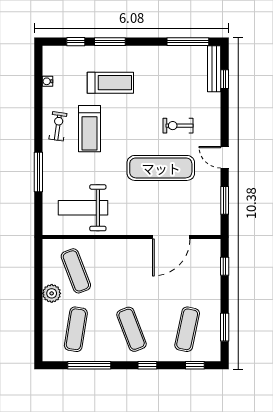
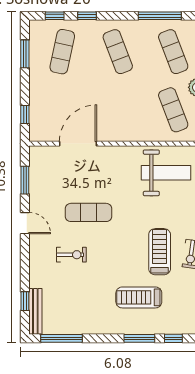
exercise mat: (161, 168) -> (89, 212), width x0.73, depth x0.69
exercise mat: (76, 329) -> (173, 52), turned -30
window: (147, 365) -> (87, 16), moved

